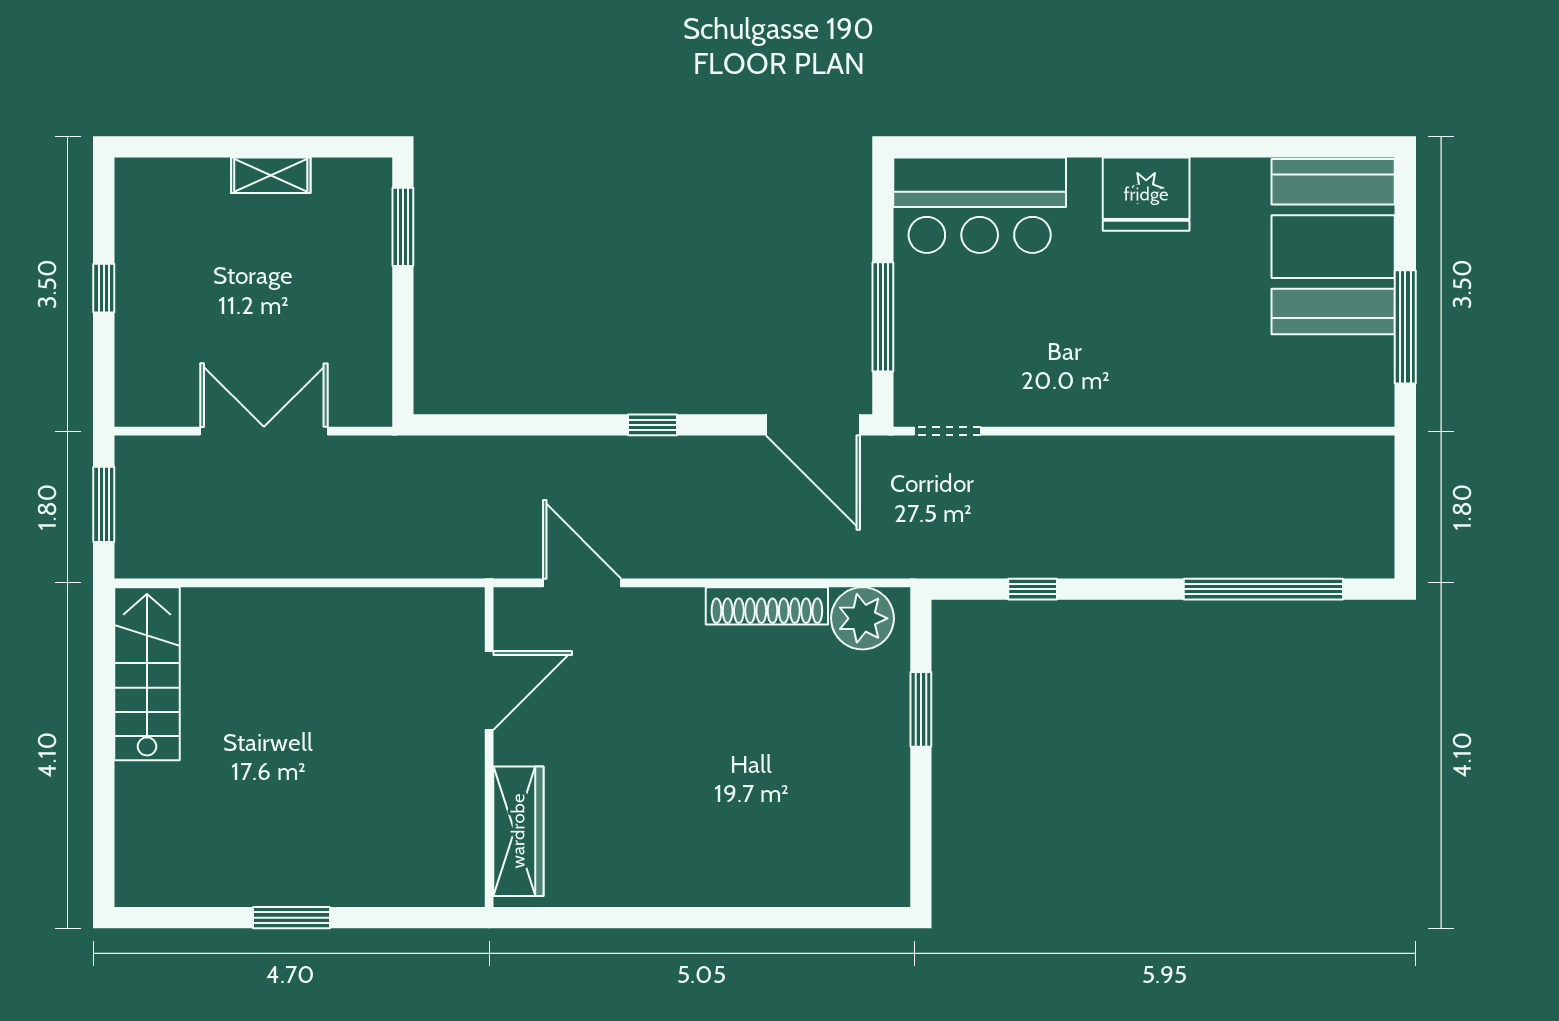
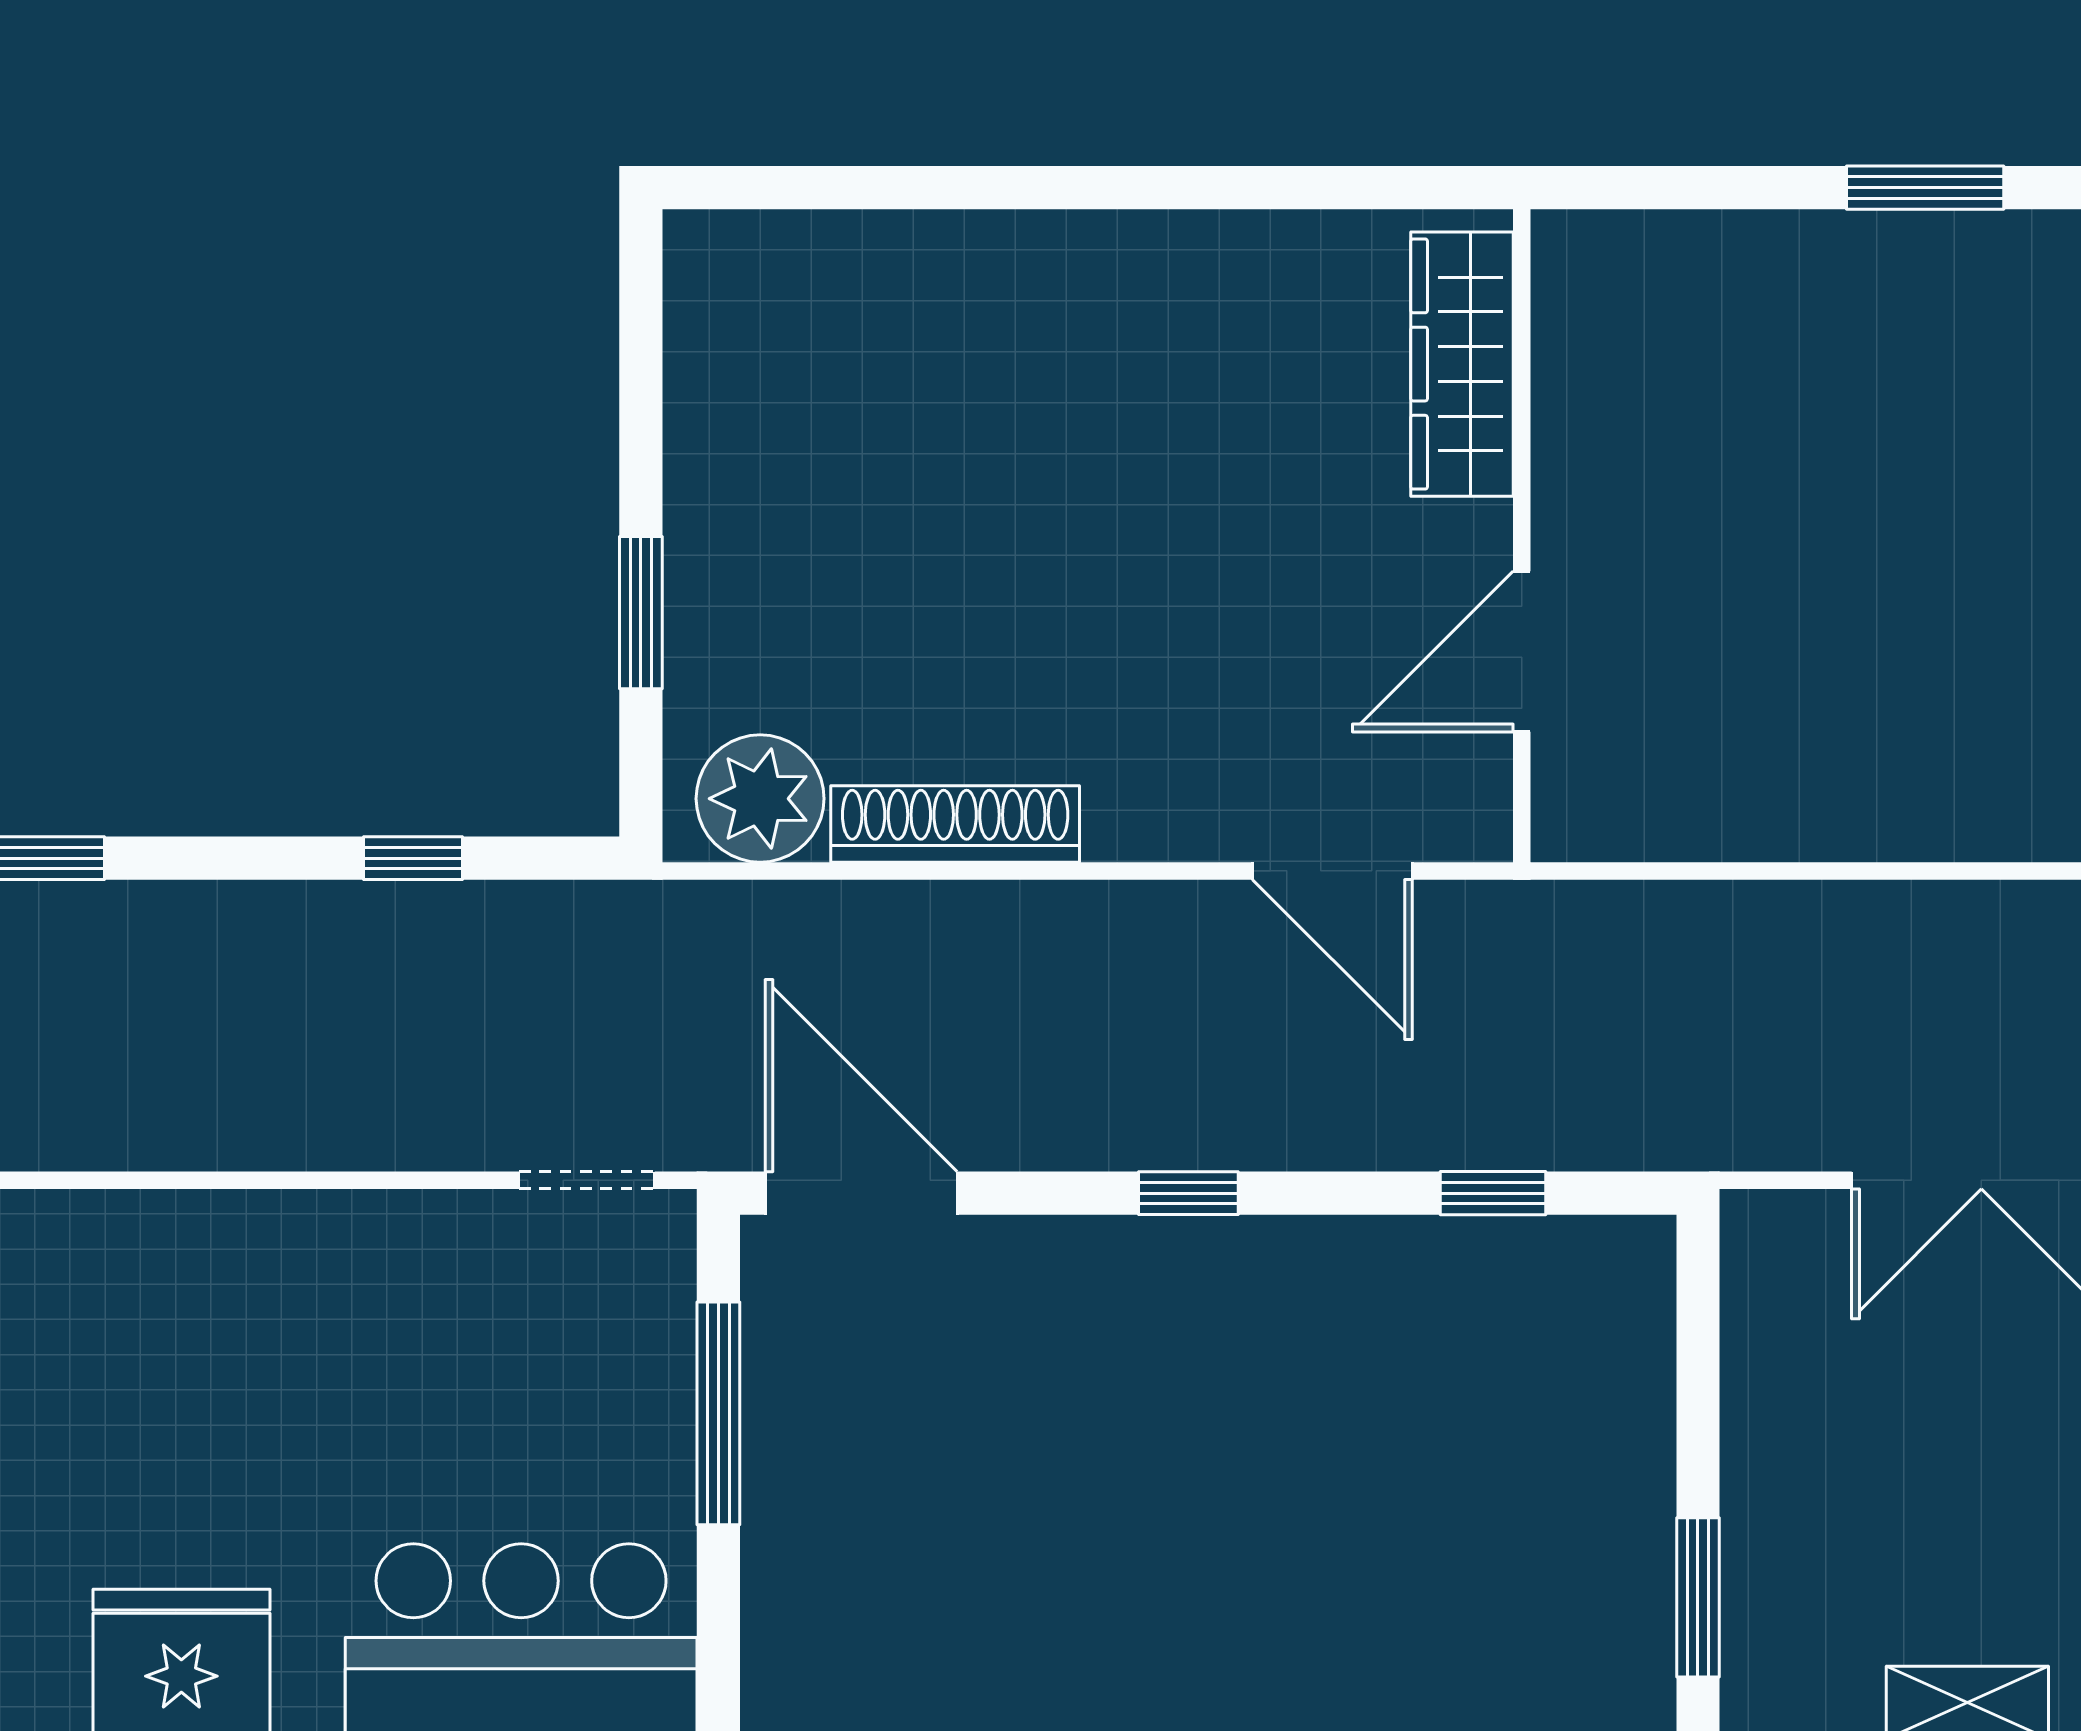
window: (503, 425) -> (1493, 1193), added

